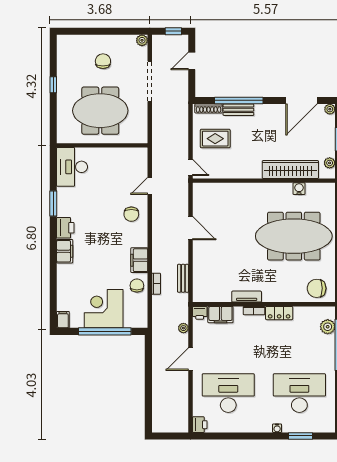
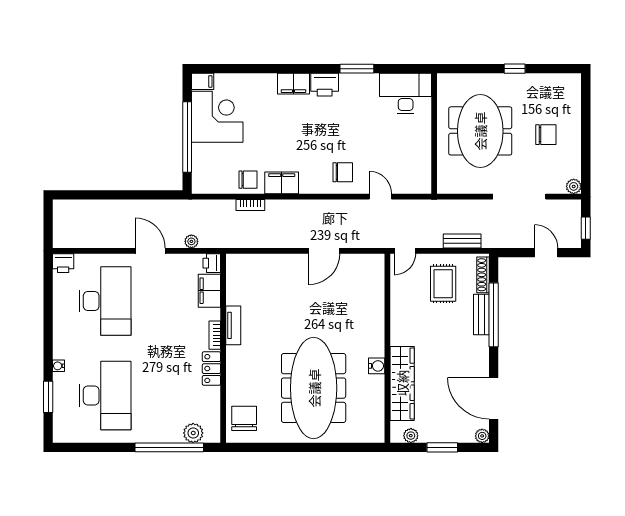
water cooler: (299, 189) -> (377, 366), moved
chair: (131, 214) -> (343, 172), turned 180
bench: (183, 278) -> (462, 241), moved
corner desk: (104, 309) -> (217, 117), moved

